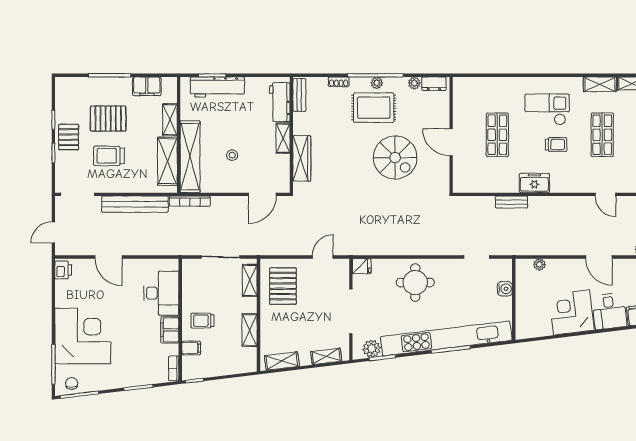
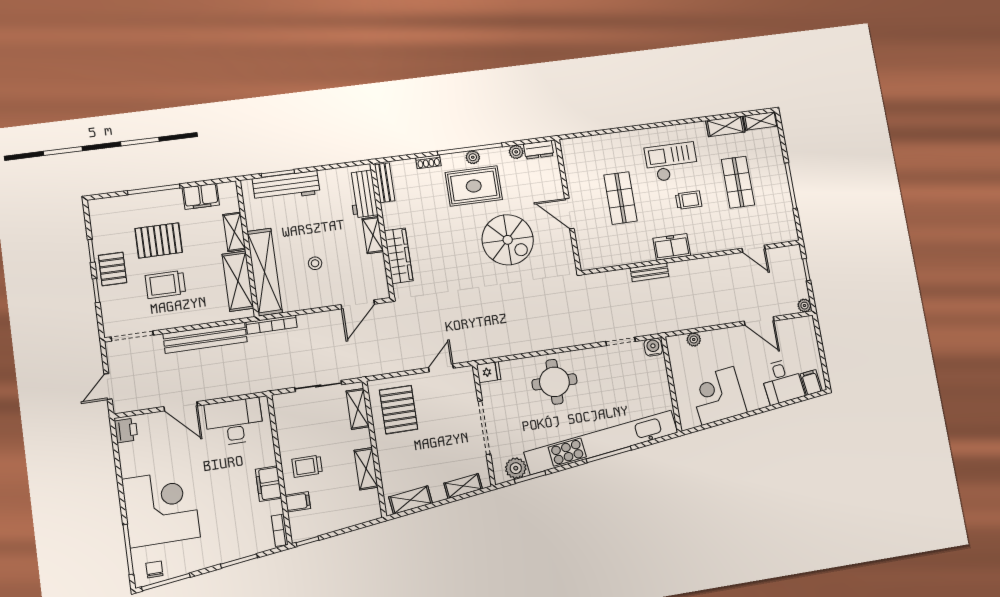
water cooler: (505, 289) -> (653, 347), moved, turned -90
desk: (161, 293) -> (234, 422), moved, turned -90
corner desk: (571, 312) -> (718, 396), moved

